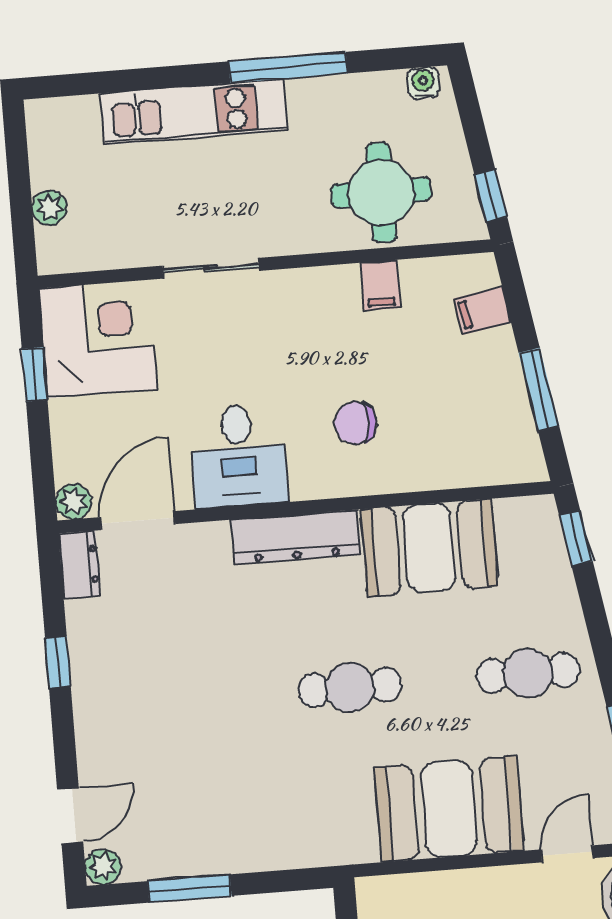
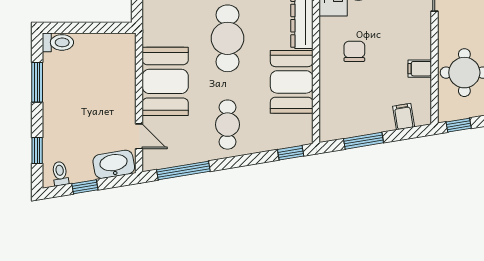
cafe table: (350, 687) -> (228, 38), width x1.37, depth x1.35

